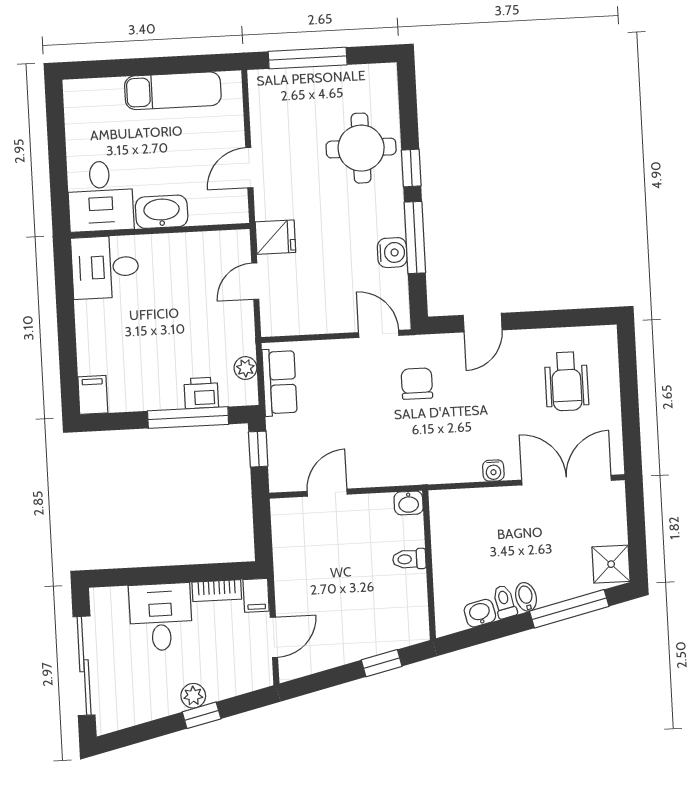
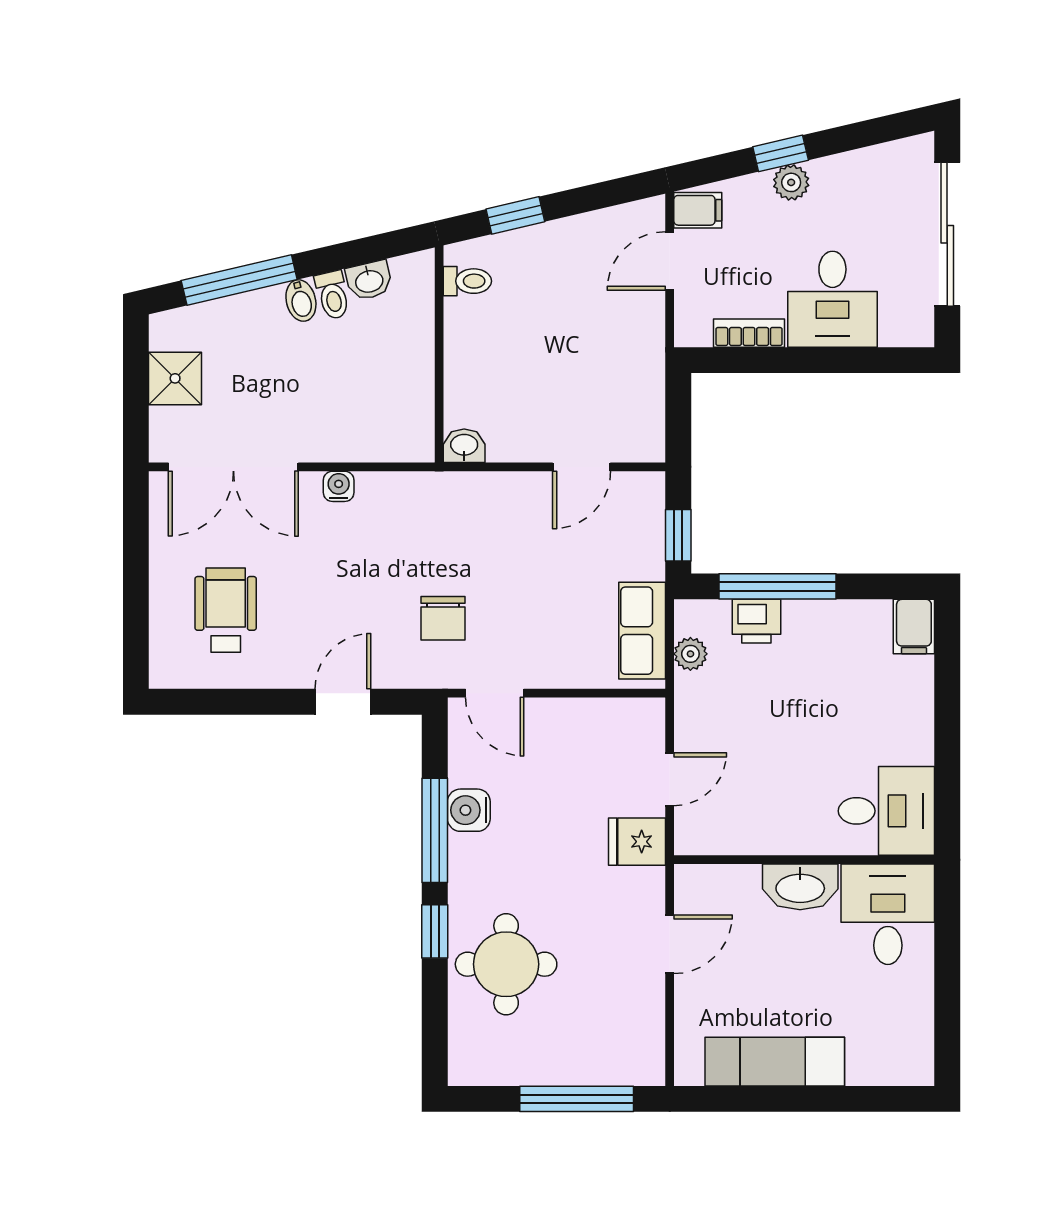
toilet: (409, 559) -> (467, 281), moved
shower: (611, 564) -> (175, 378), moved
filing cabinet: (256, 595) -> (698, 210), moved, turned 90

